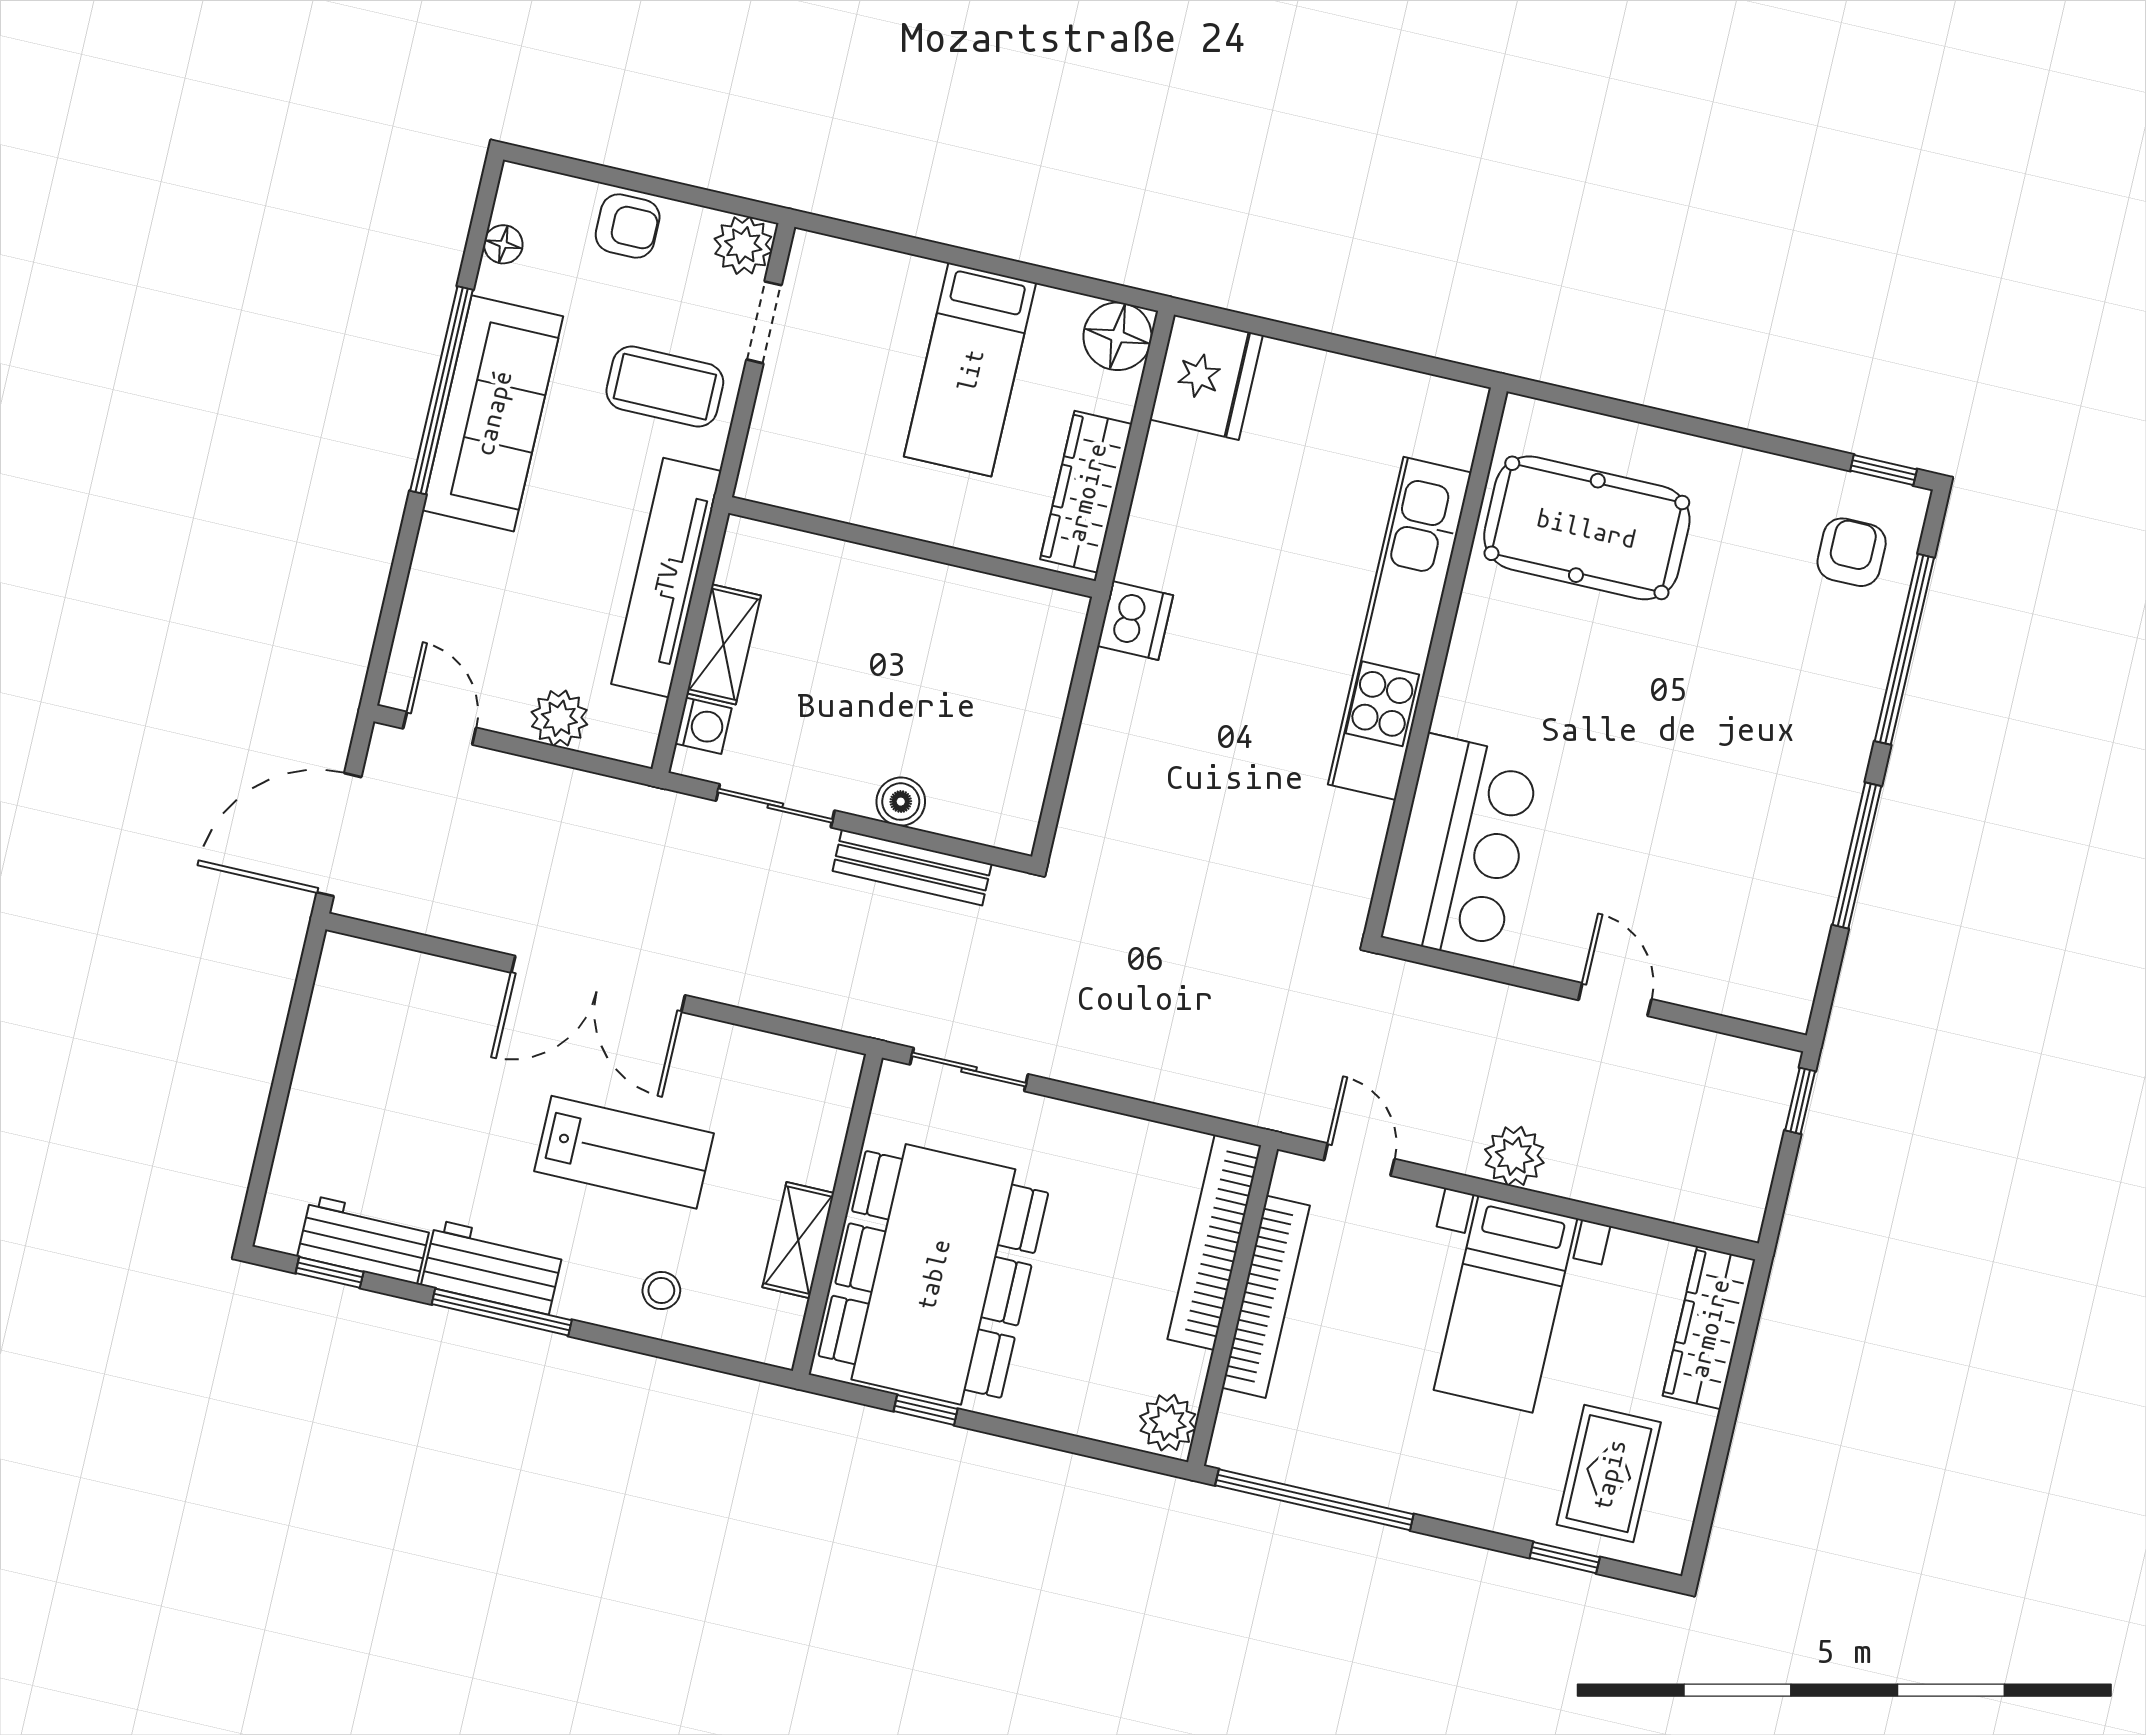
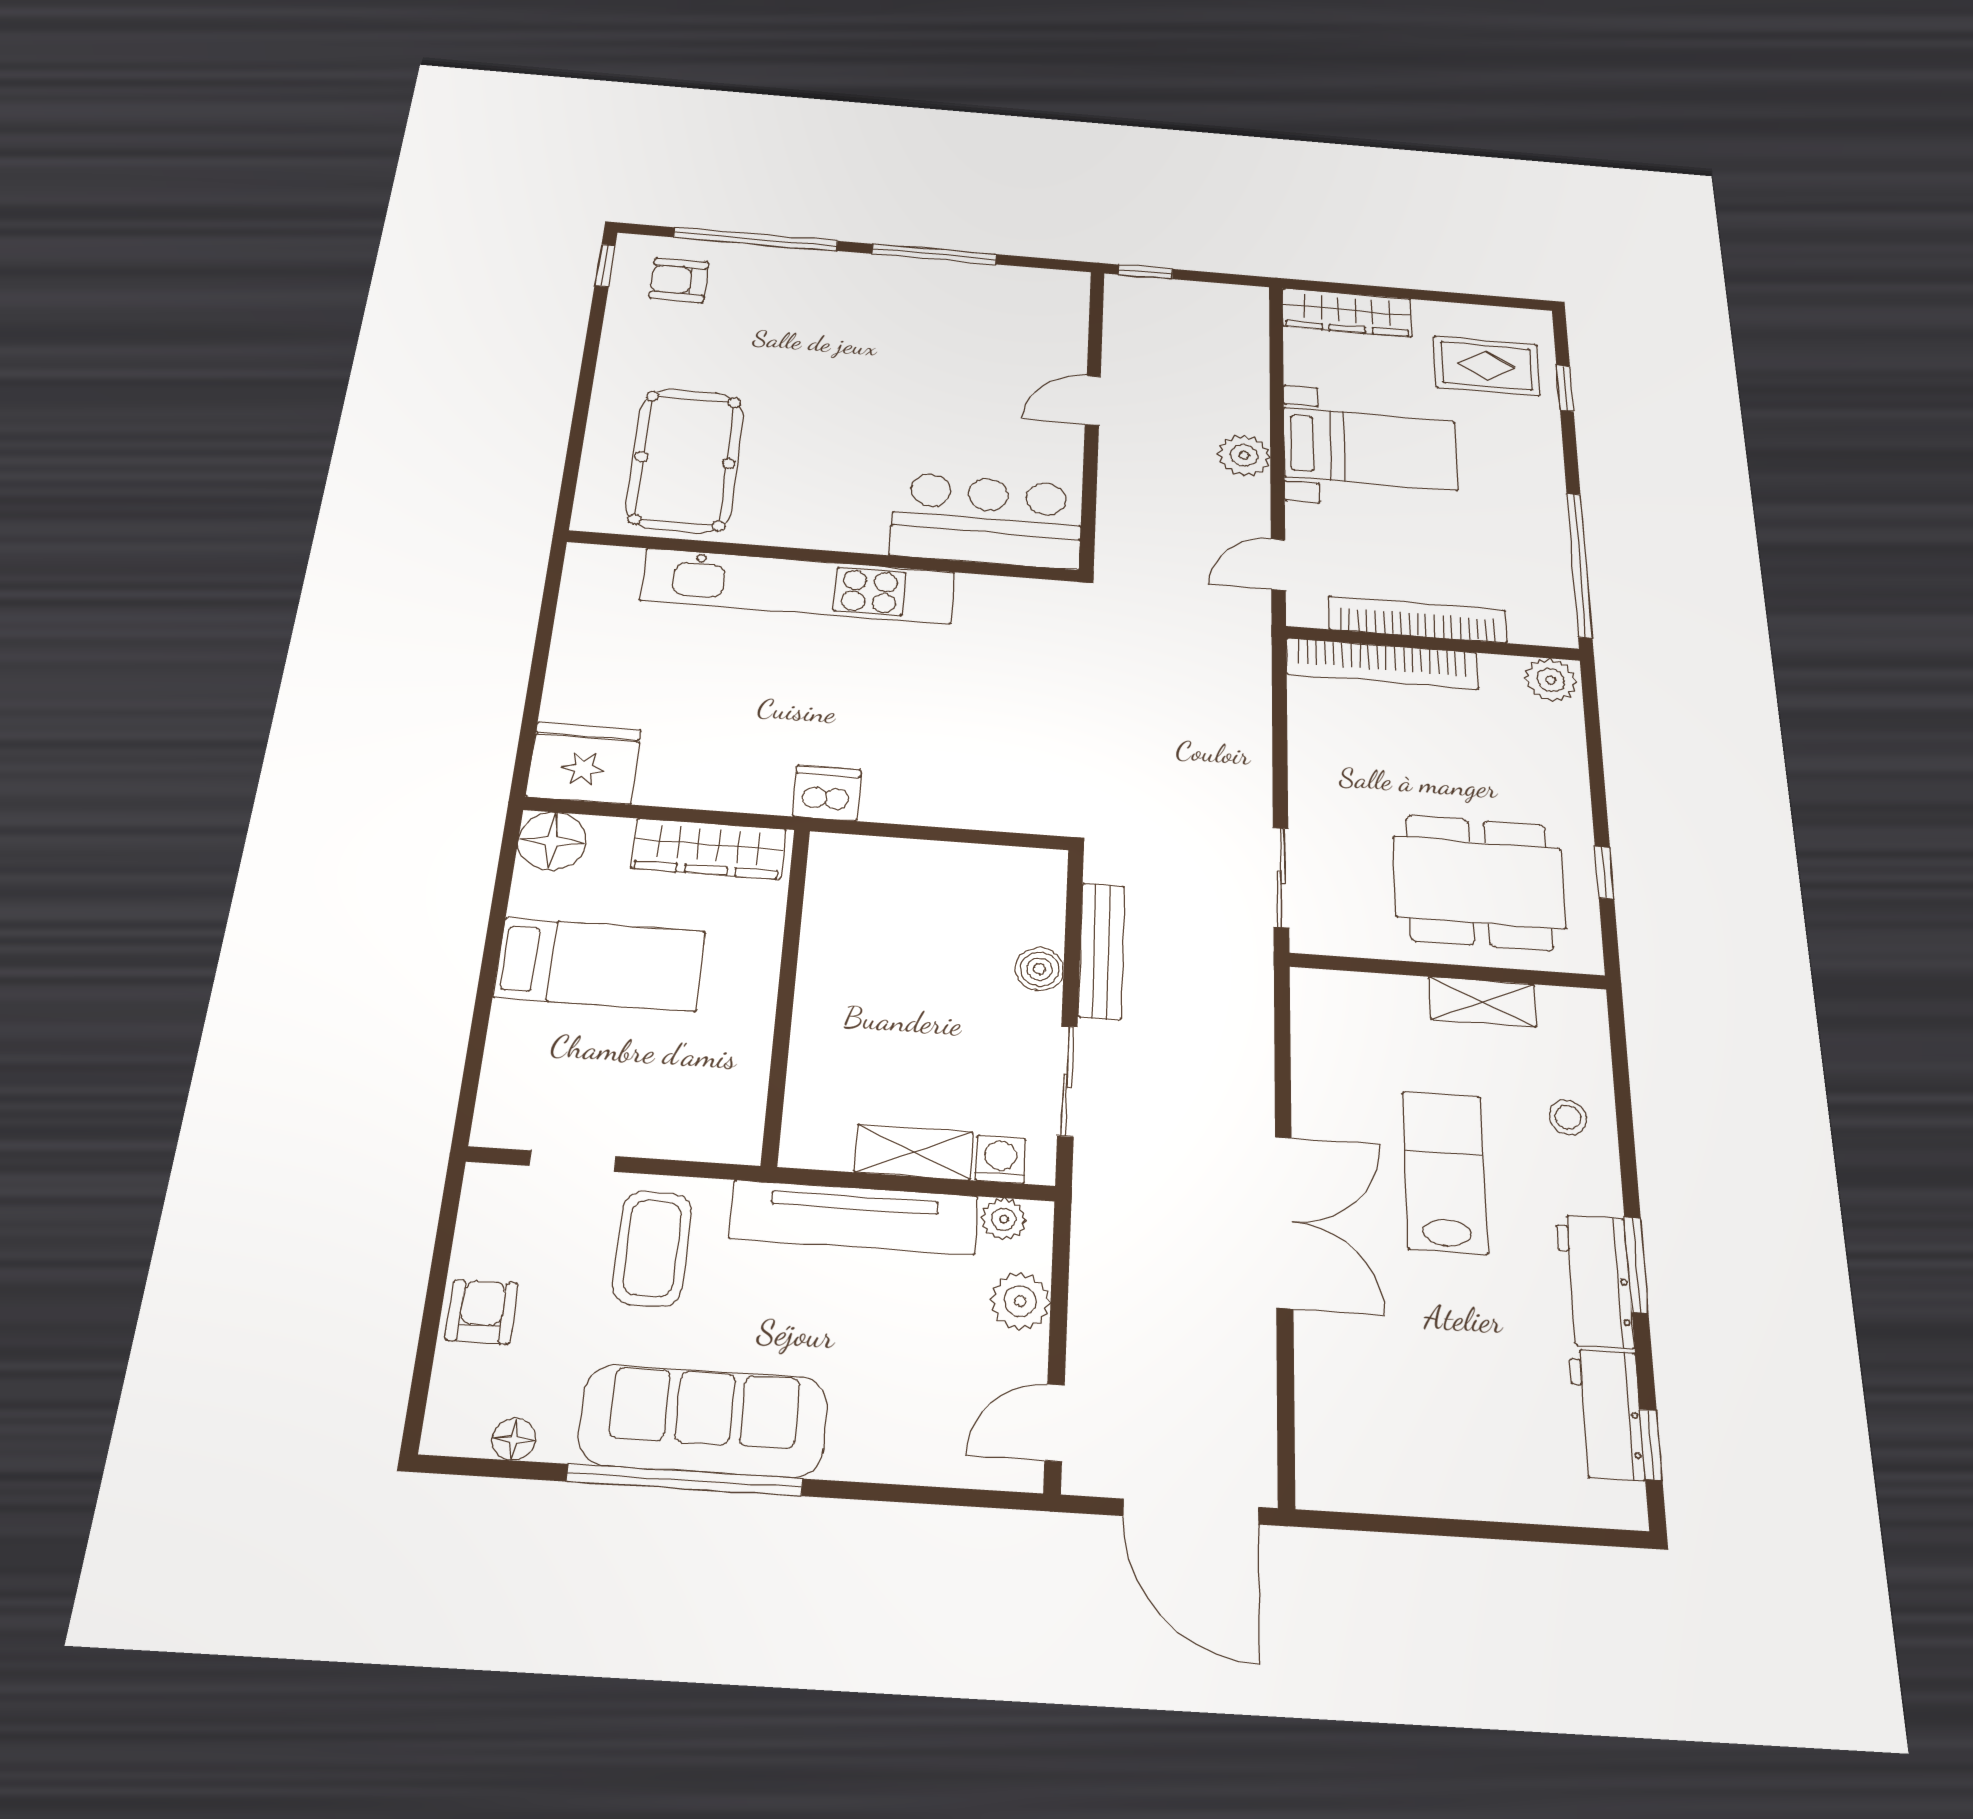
plant: (743, 245) -> (1004, 1219), moved, width x0.73, depth x0.73
dining table: (933, 1274) -> (1479, 882), width x0.73, depth x0.80
window: (502, 1312) -> (1636, 1265), width x0.69

